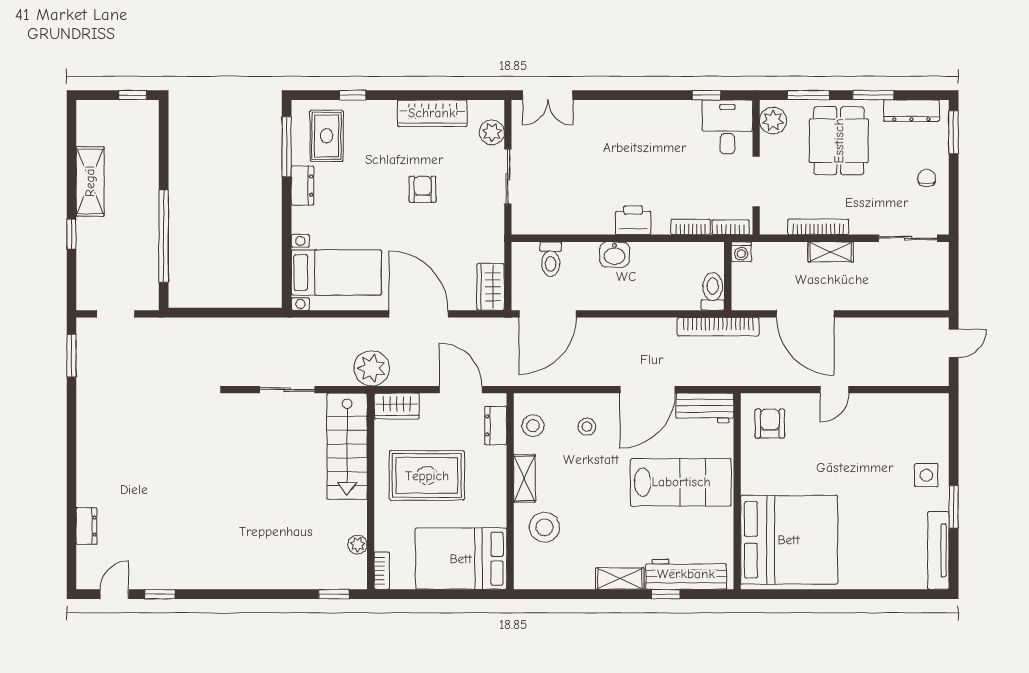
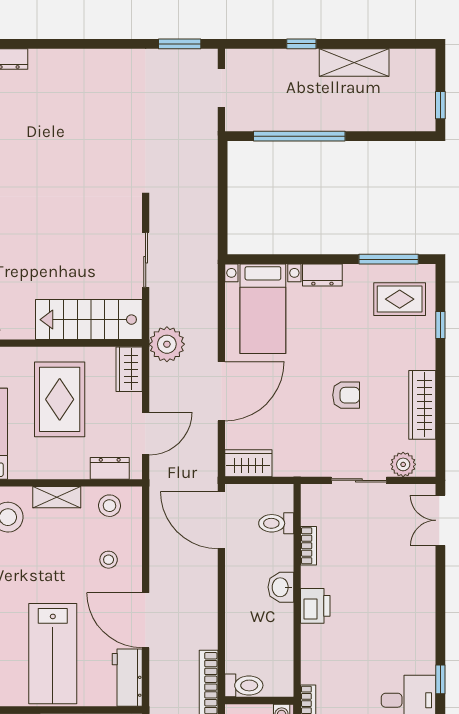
dresser: (302, 186) -> (322, 275), moved
bookcase: (691, 227) -> (308, 546), moved

